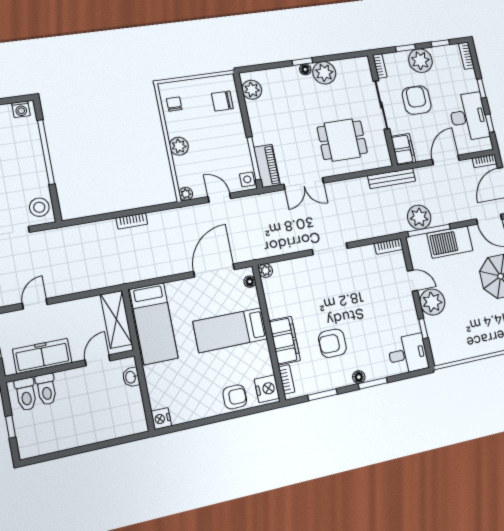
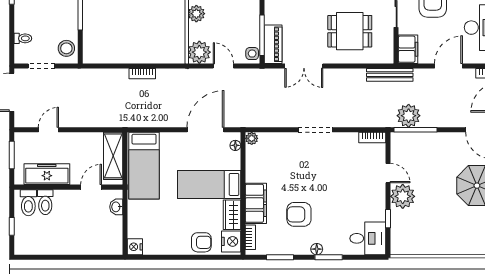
plant: (186, 194) -> (199, 52), width x1.88, depth x1.88
barbecue: (450, 242) -> (434, 144), removed
wardrobe: (262, 359) -> (232, 215), added

